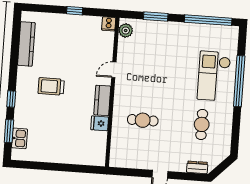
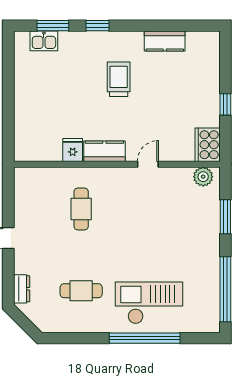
cooker: (109, 24) -> (208, 145), width x1.87, depth x1.31
kitchen counter: (26, 44) -> (165, 41), width x0.67
door: (114, 70) -> (148, 164), hinge flipped

